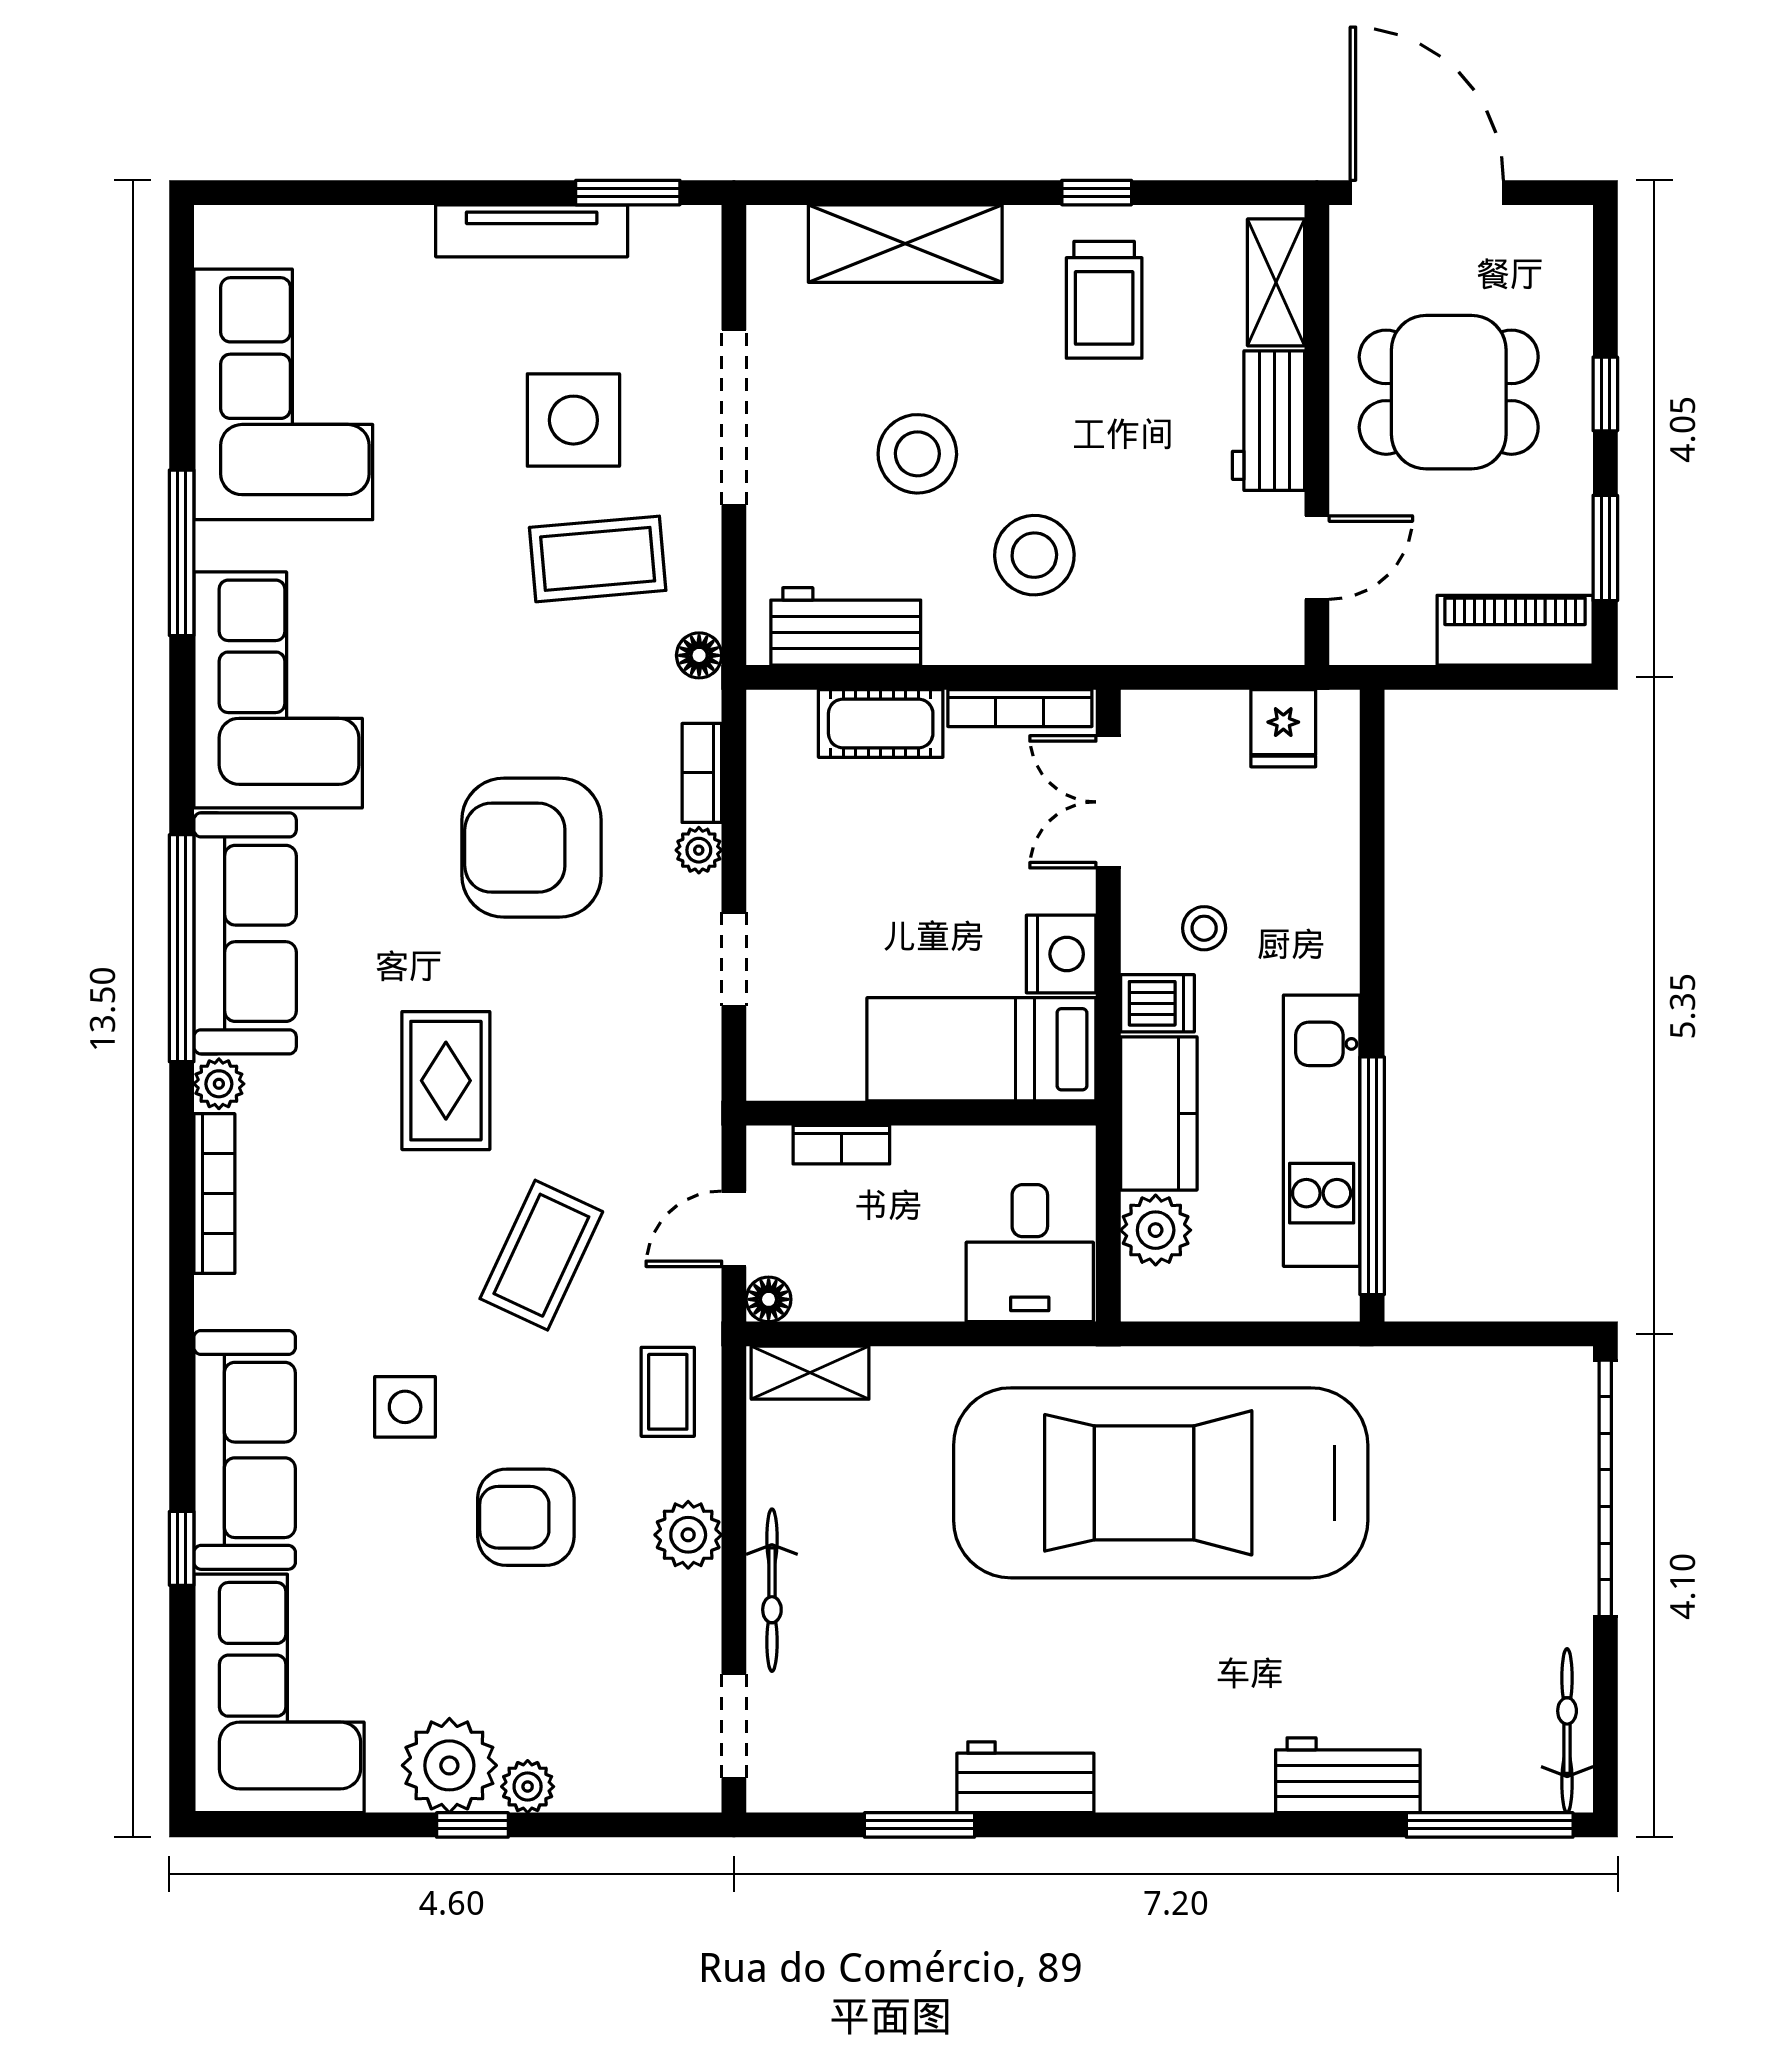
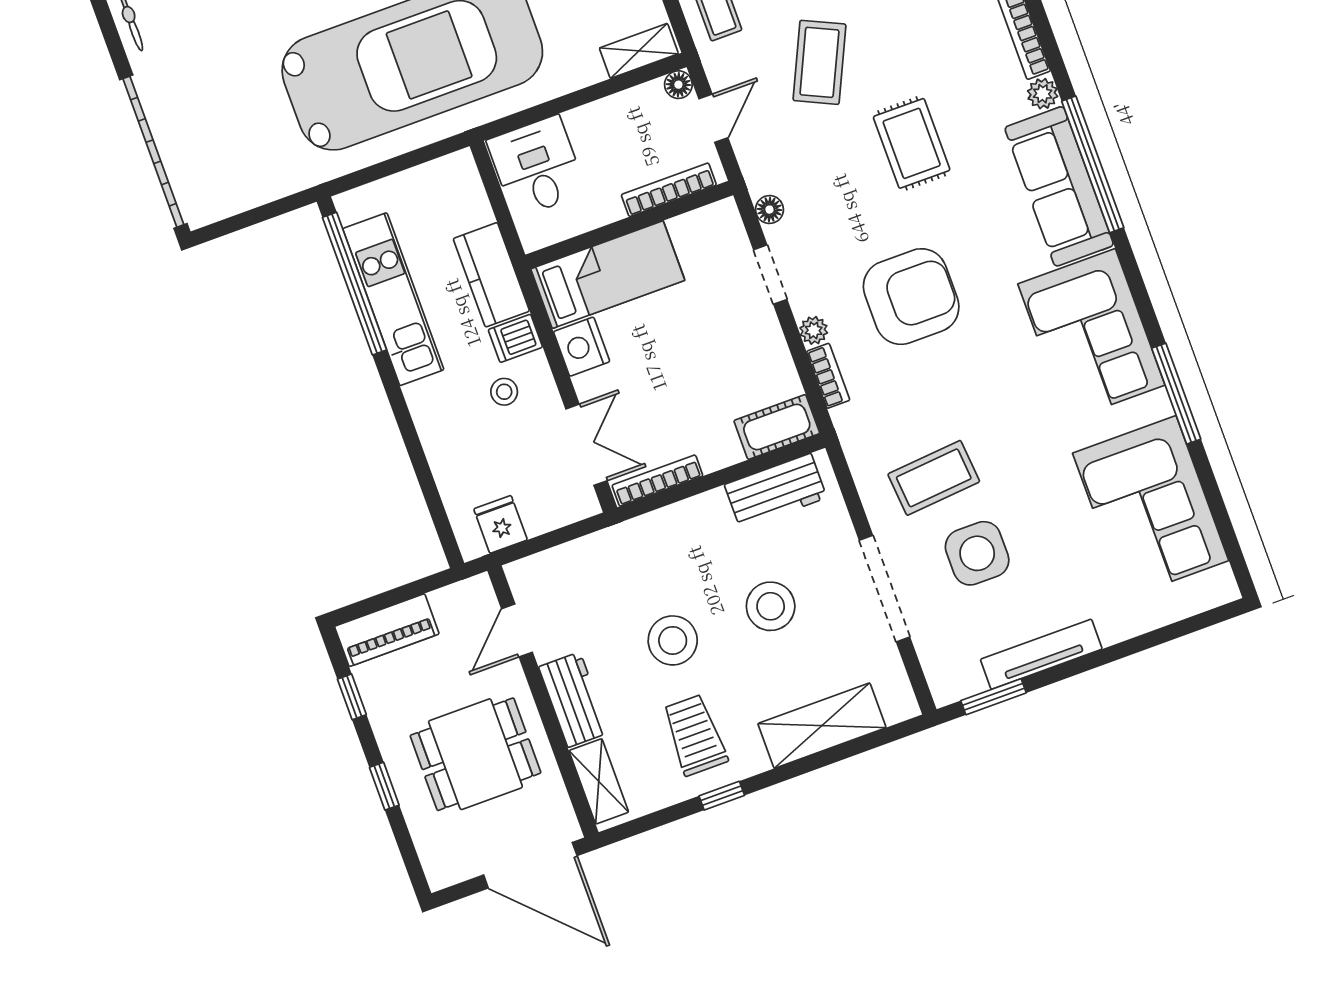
window: (1605, 548) -> (352, 697), width x0.67
stool: (1034, 555) -> (673, 640), moved
floor lamp: (699, 655) -> (769, 210), moved
cot: (881, 723) -> (777, 427), moved
bookcase: (841, 1145) -> (669, 190), width x1.56
plant: (1156, 1230) -> (469, 207), removed

